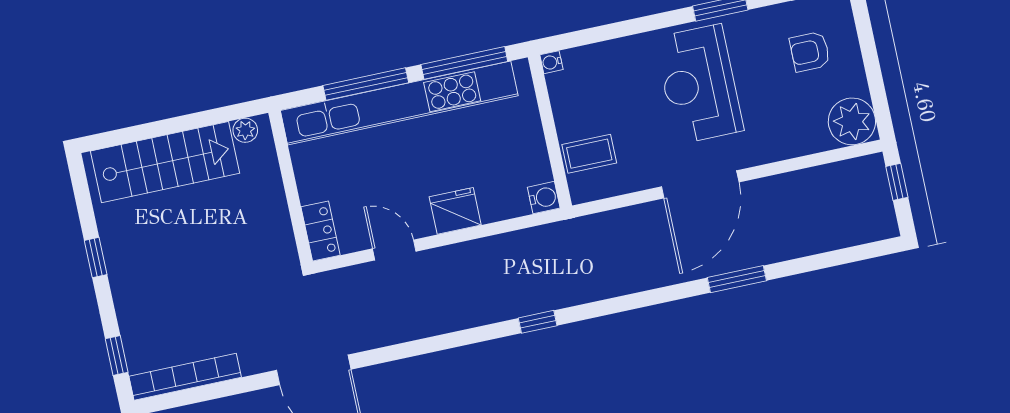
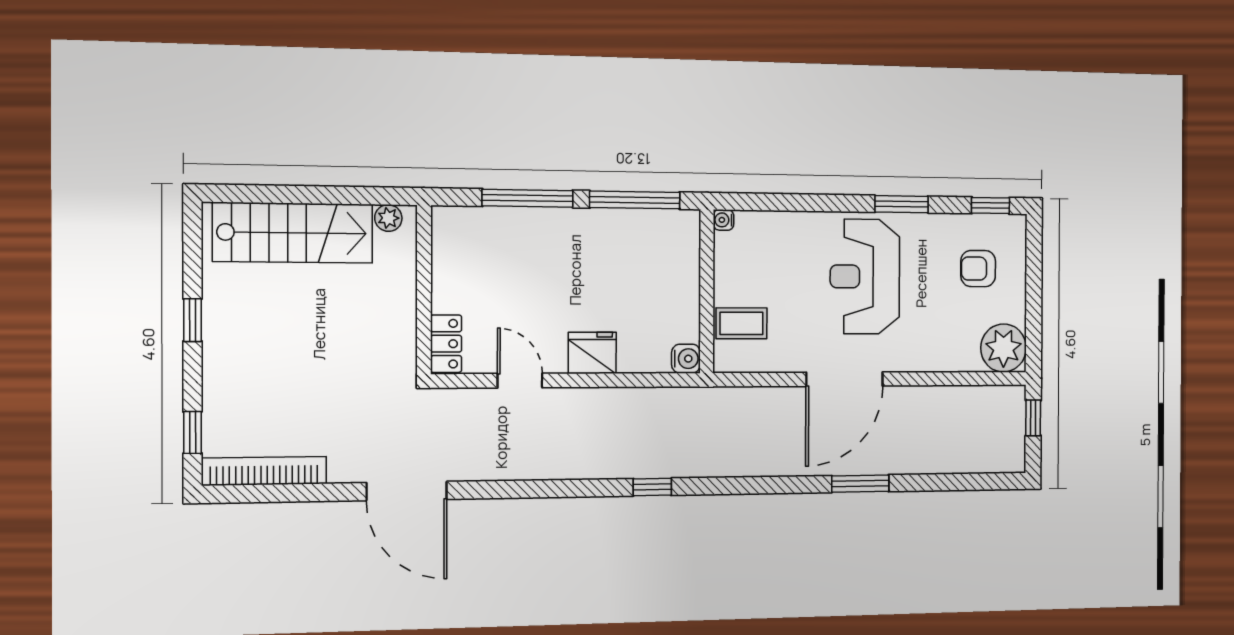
kitchen unit: (399, 103) -> (558, 226), removed

